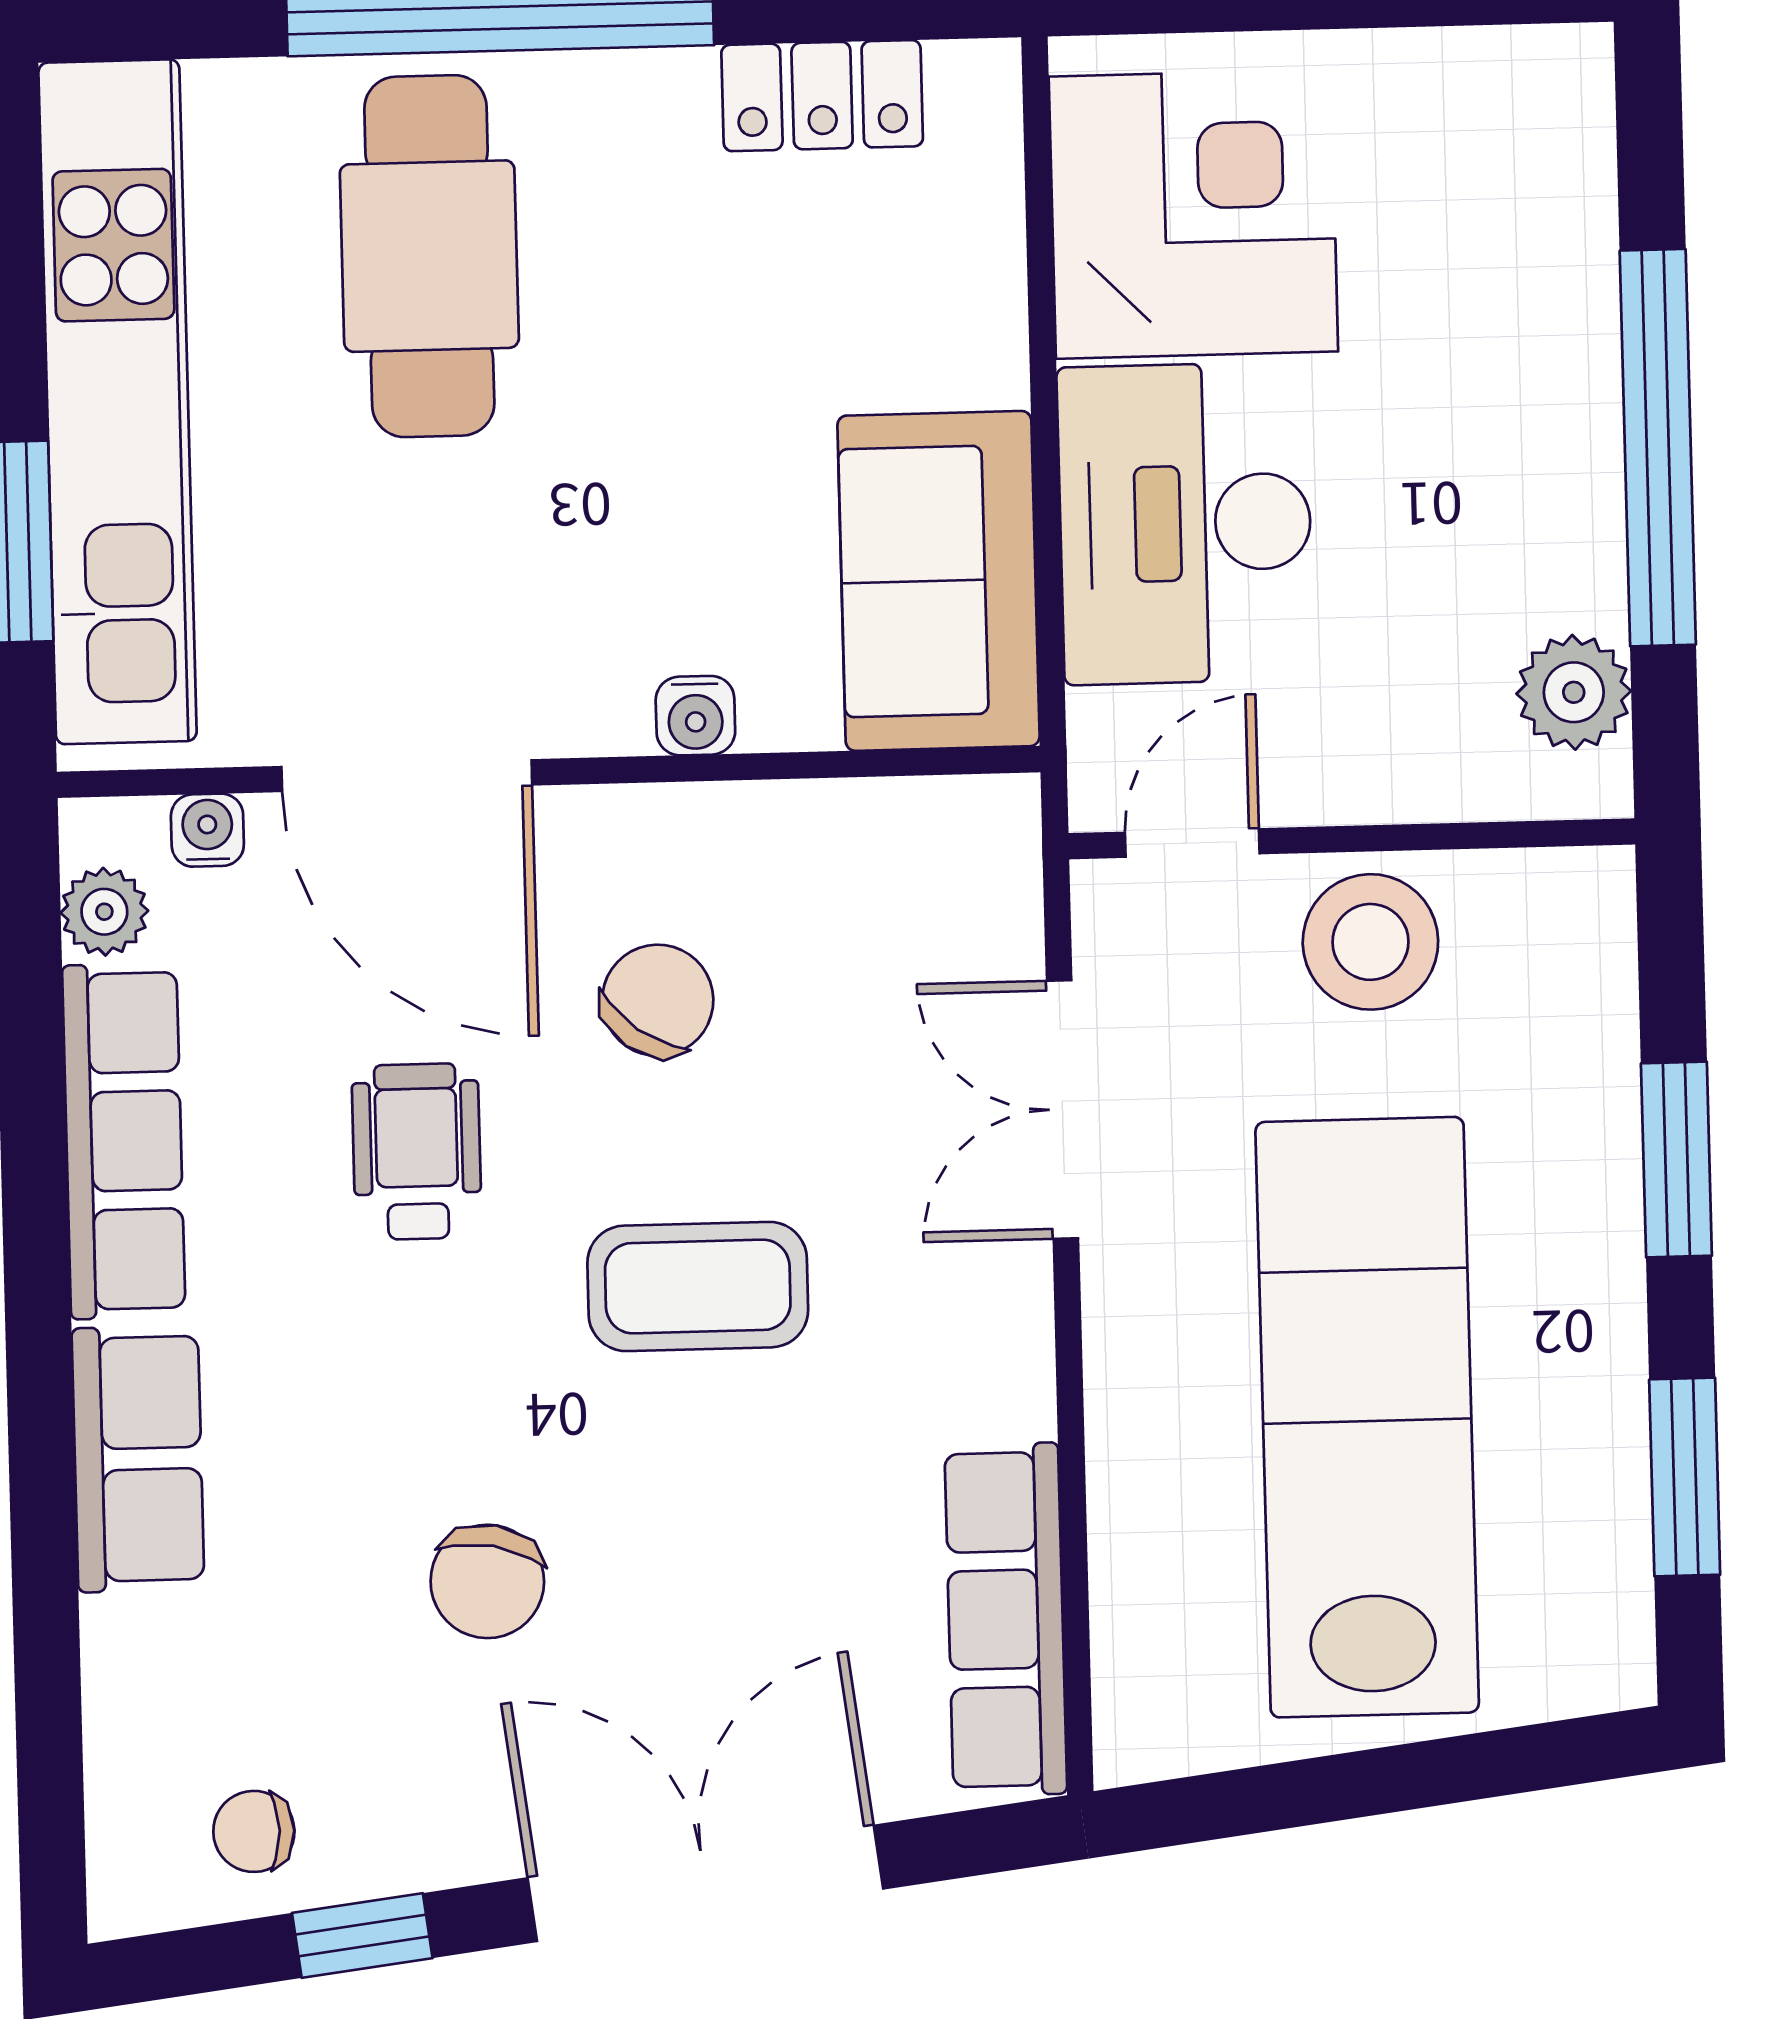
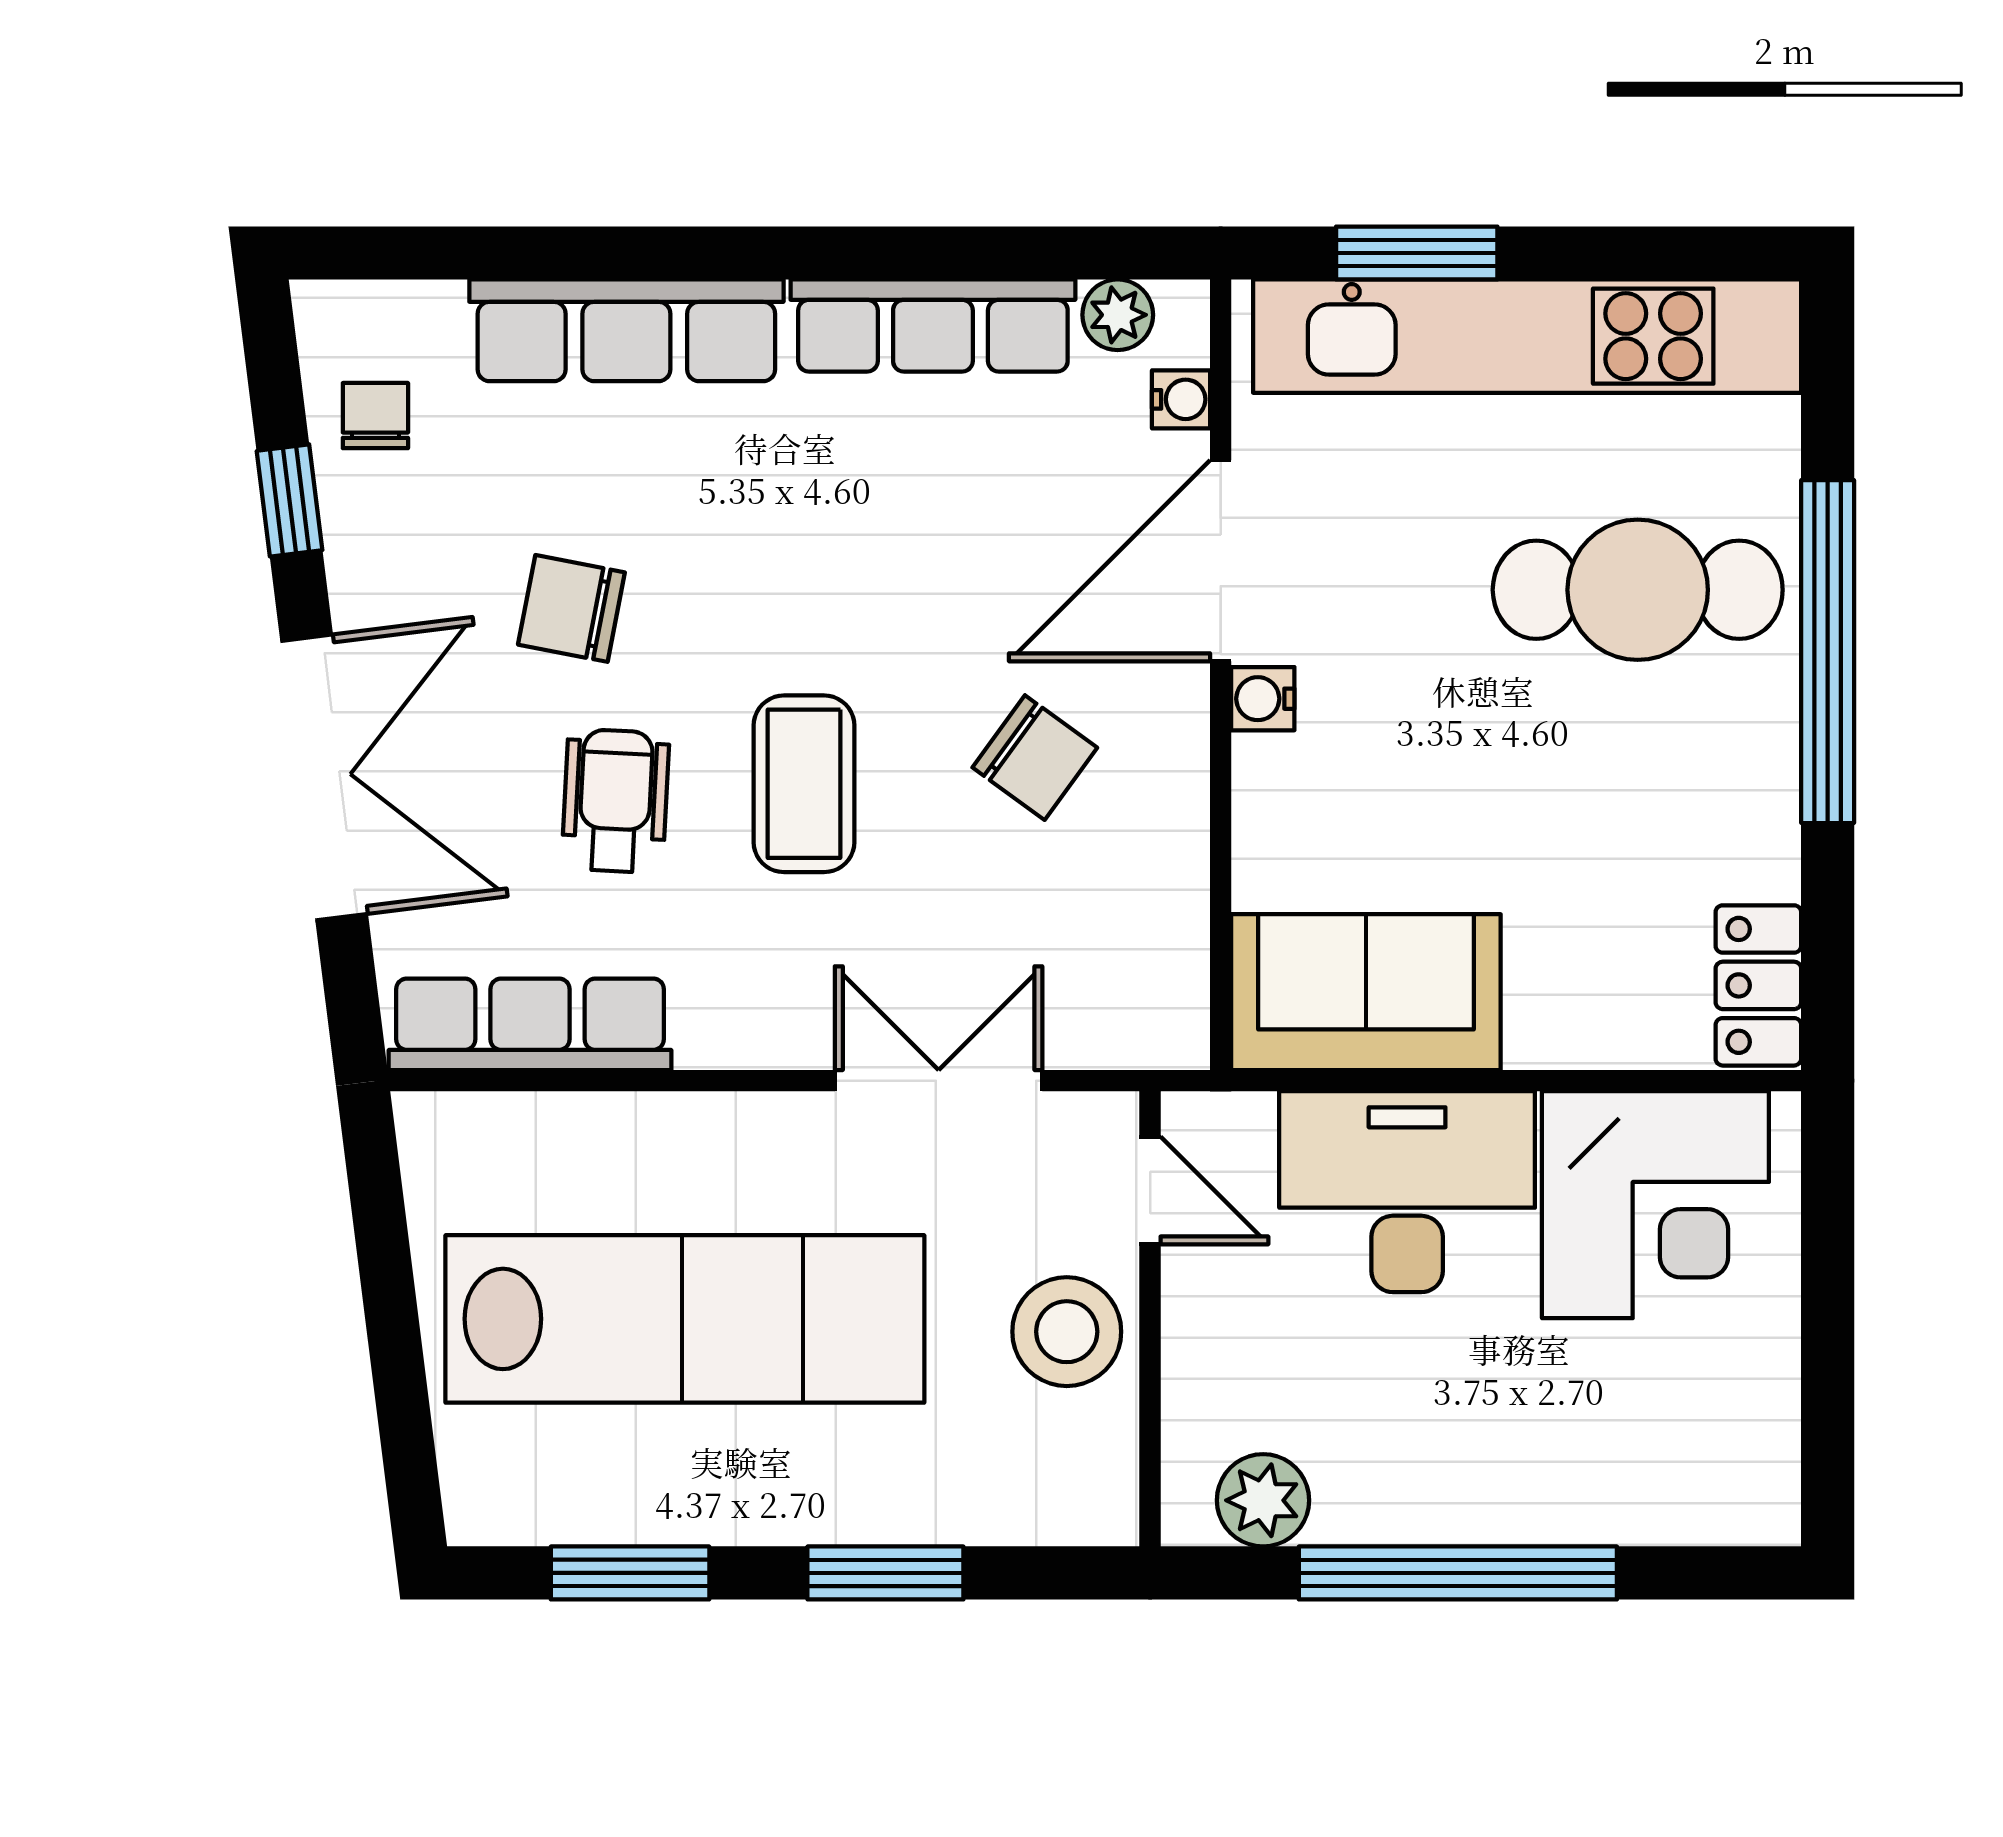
locker: (822, 96) -> (1758, 985), moved
water cooler: (695, 716) -> (1263, 699), moved
wheelchair: (417, 1152) -> (615, 801), moved, turned -87
row of seats: (138, 1459) -> (626, 330), width x1.48

